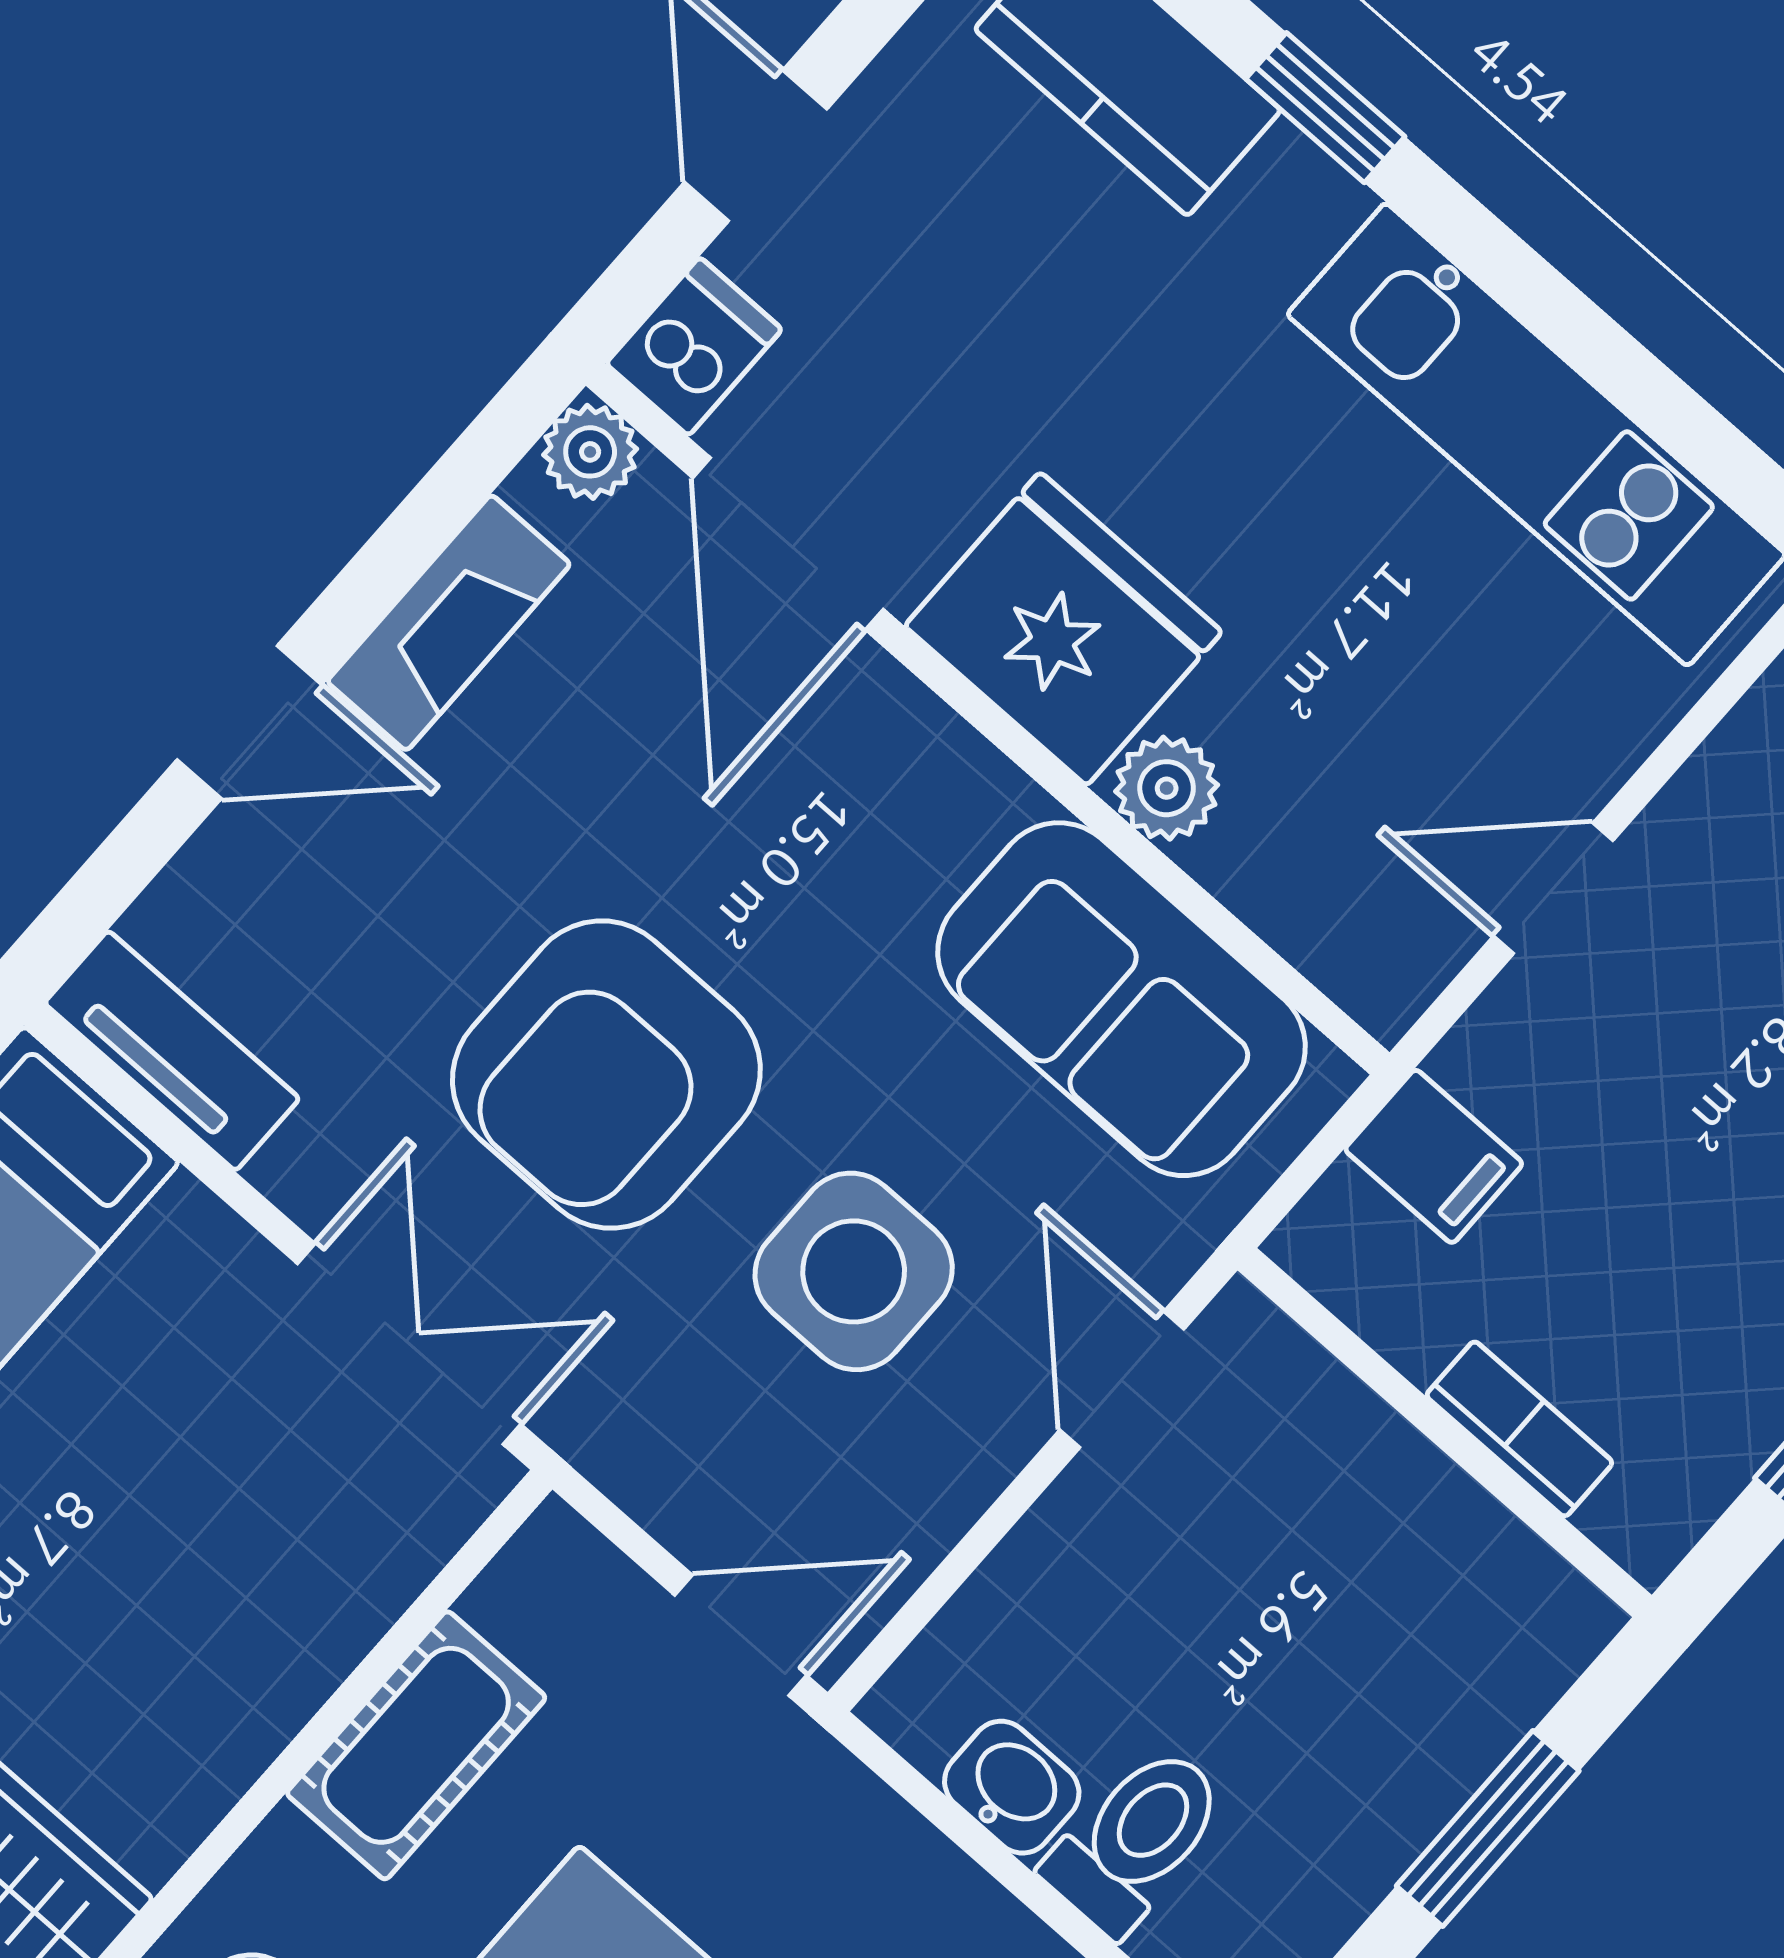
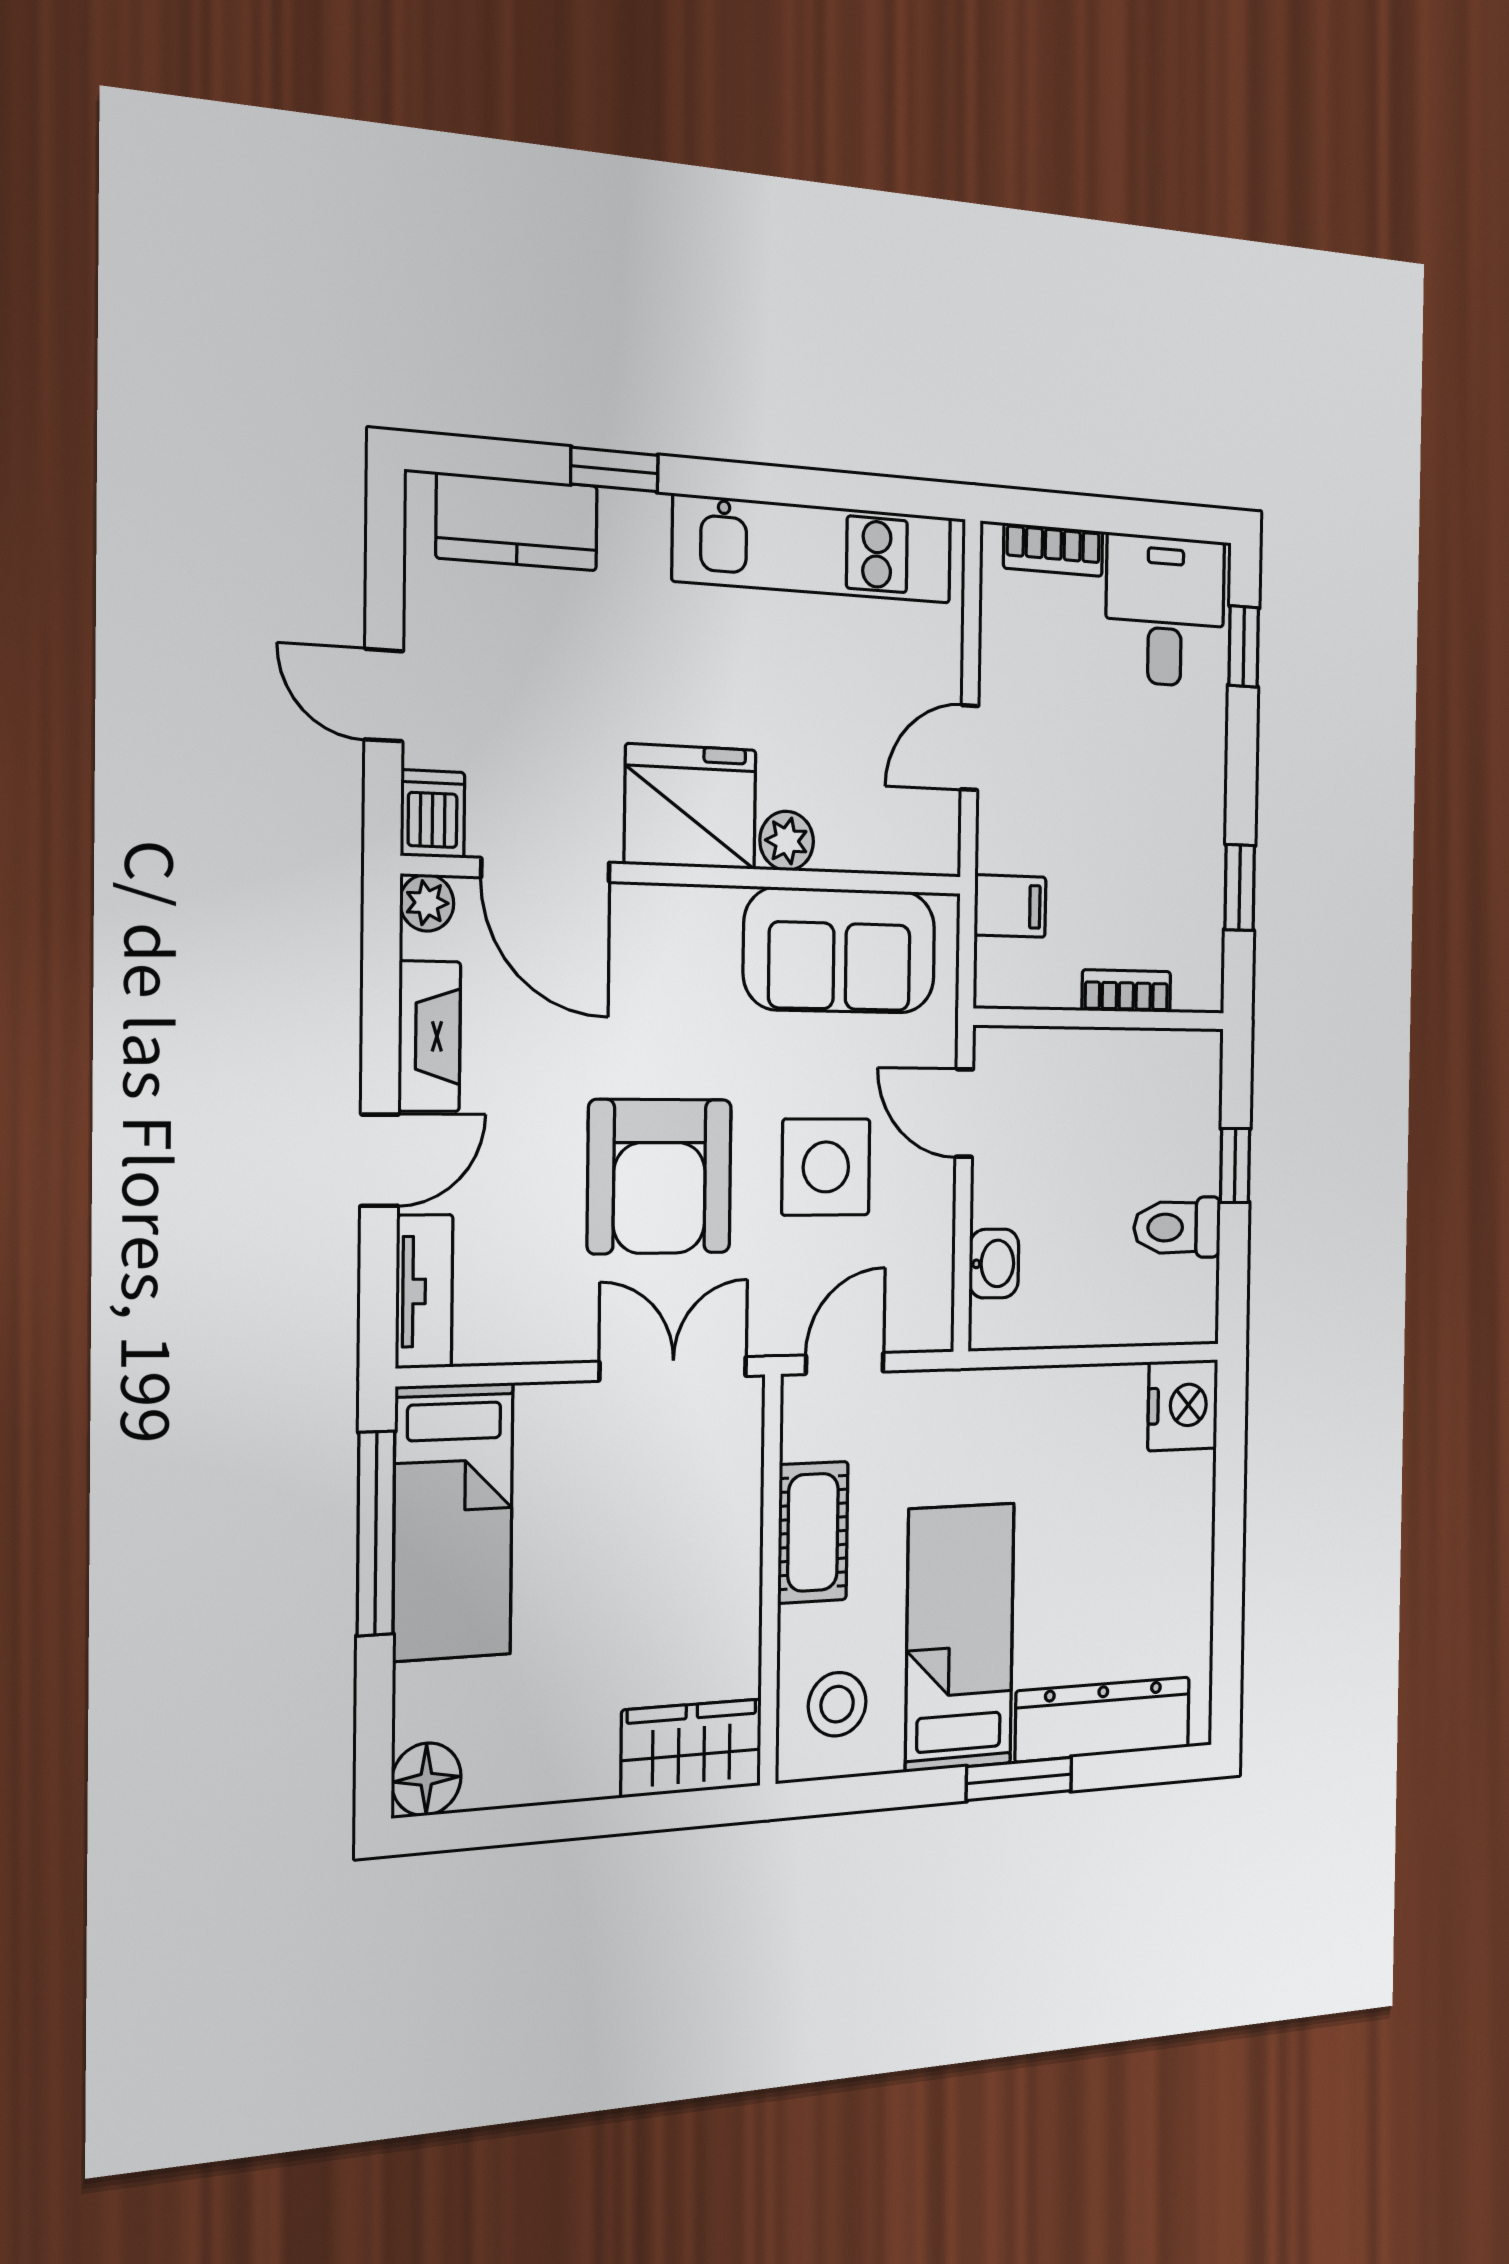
tv unit: (172, 1051) -> (424, 1291), moved, turned 90
door: (741, 1635) -> (845, 1363), moved
washbasin: (1012, 1787) -> (994, 1264), moved, turned 90
window: (1488, 1828) -> (1235, 1165), width x0.67
toilet: (1136, 1840) -> (1177, 1227), moved, turned -90

